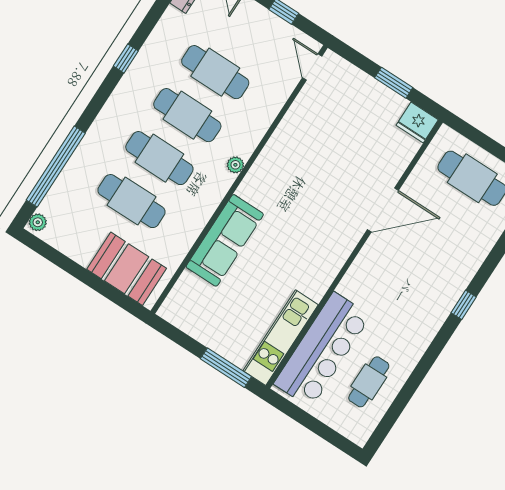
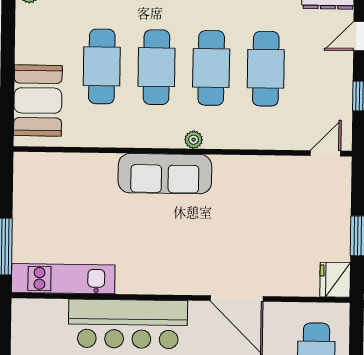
sofa: (225, 240) -> (165, 174), moved
bar counter: (322, 350) -> (128, 324), moved

